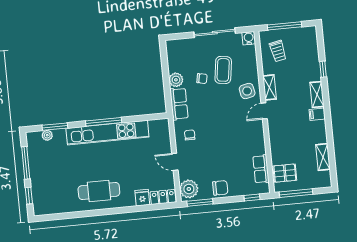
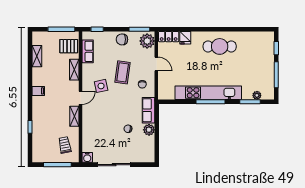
coffee table: (223, 70) -> (123, 72), moved
side table: (247, 91) -> (101, 86), moved
shelving: (317, 95) -> (74, 70), moved

